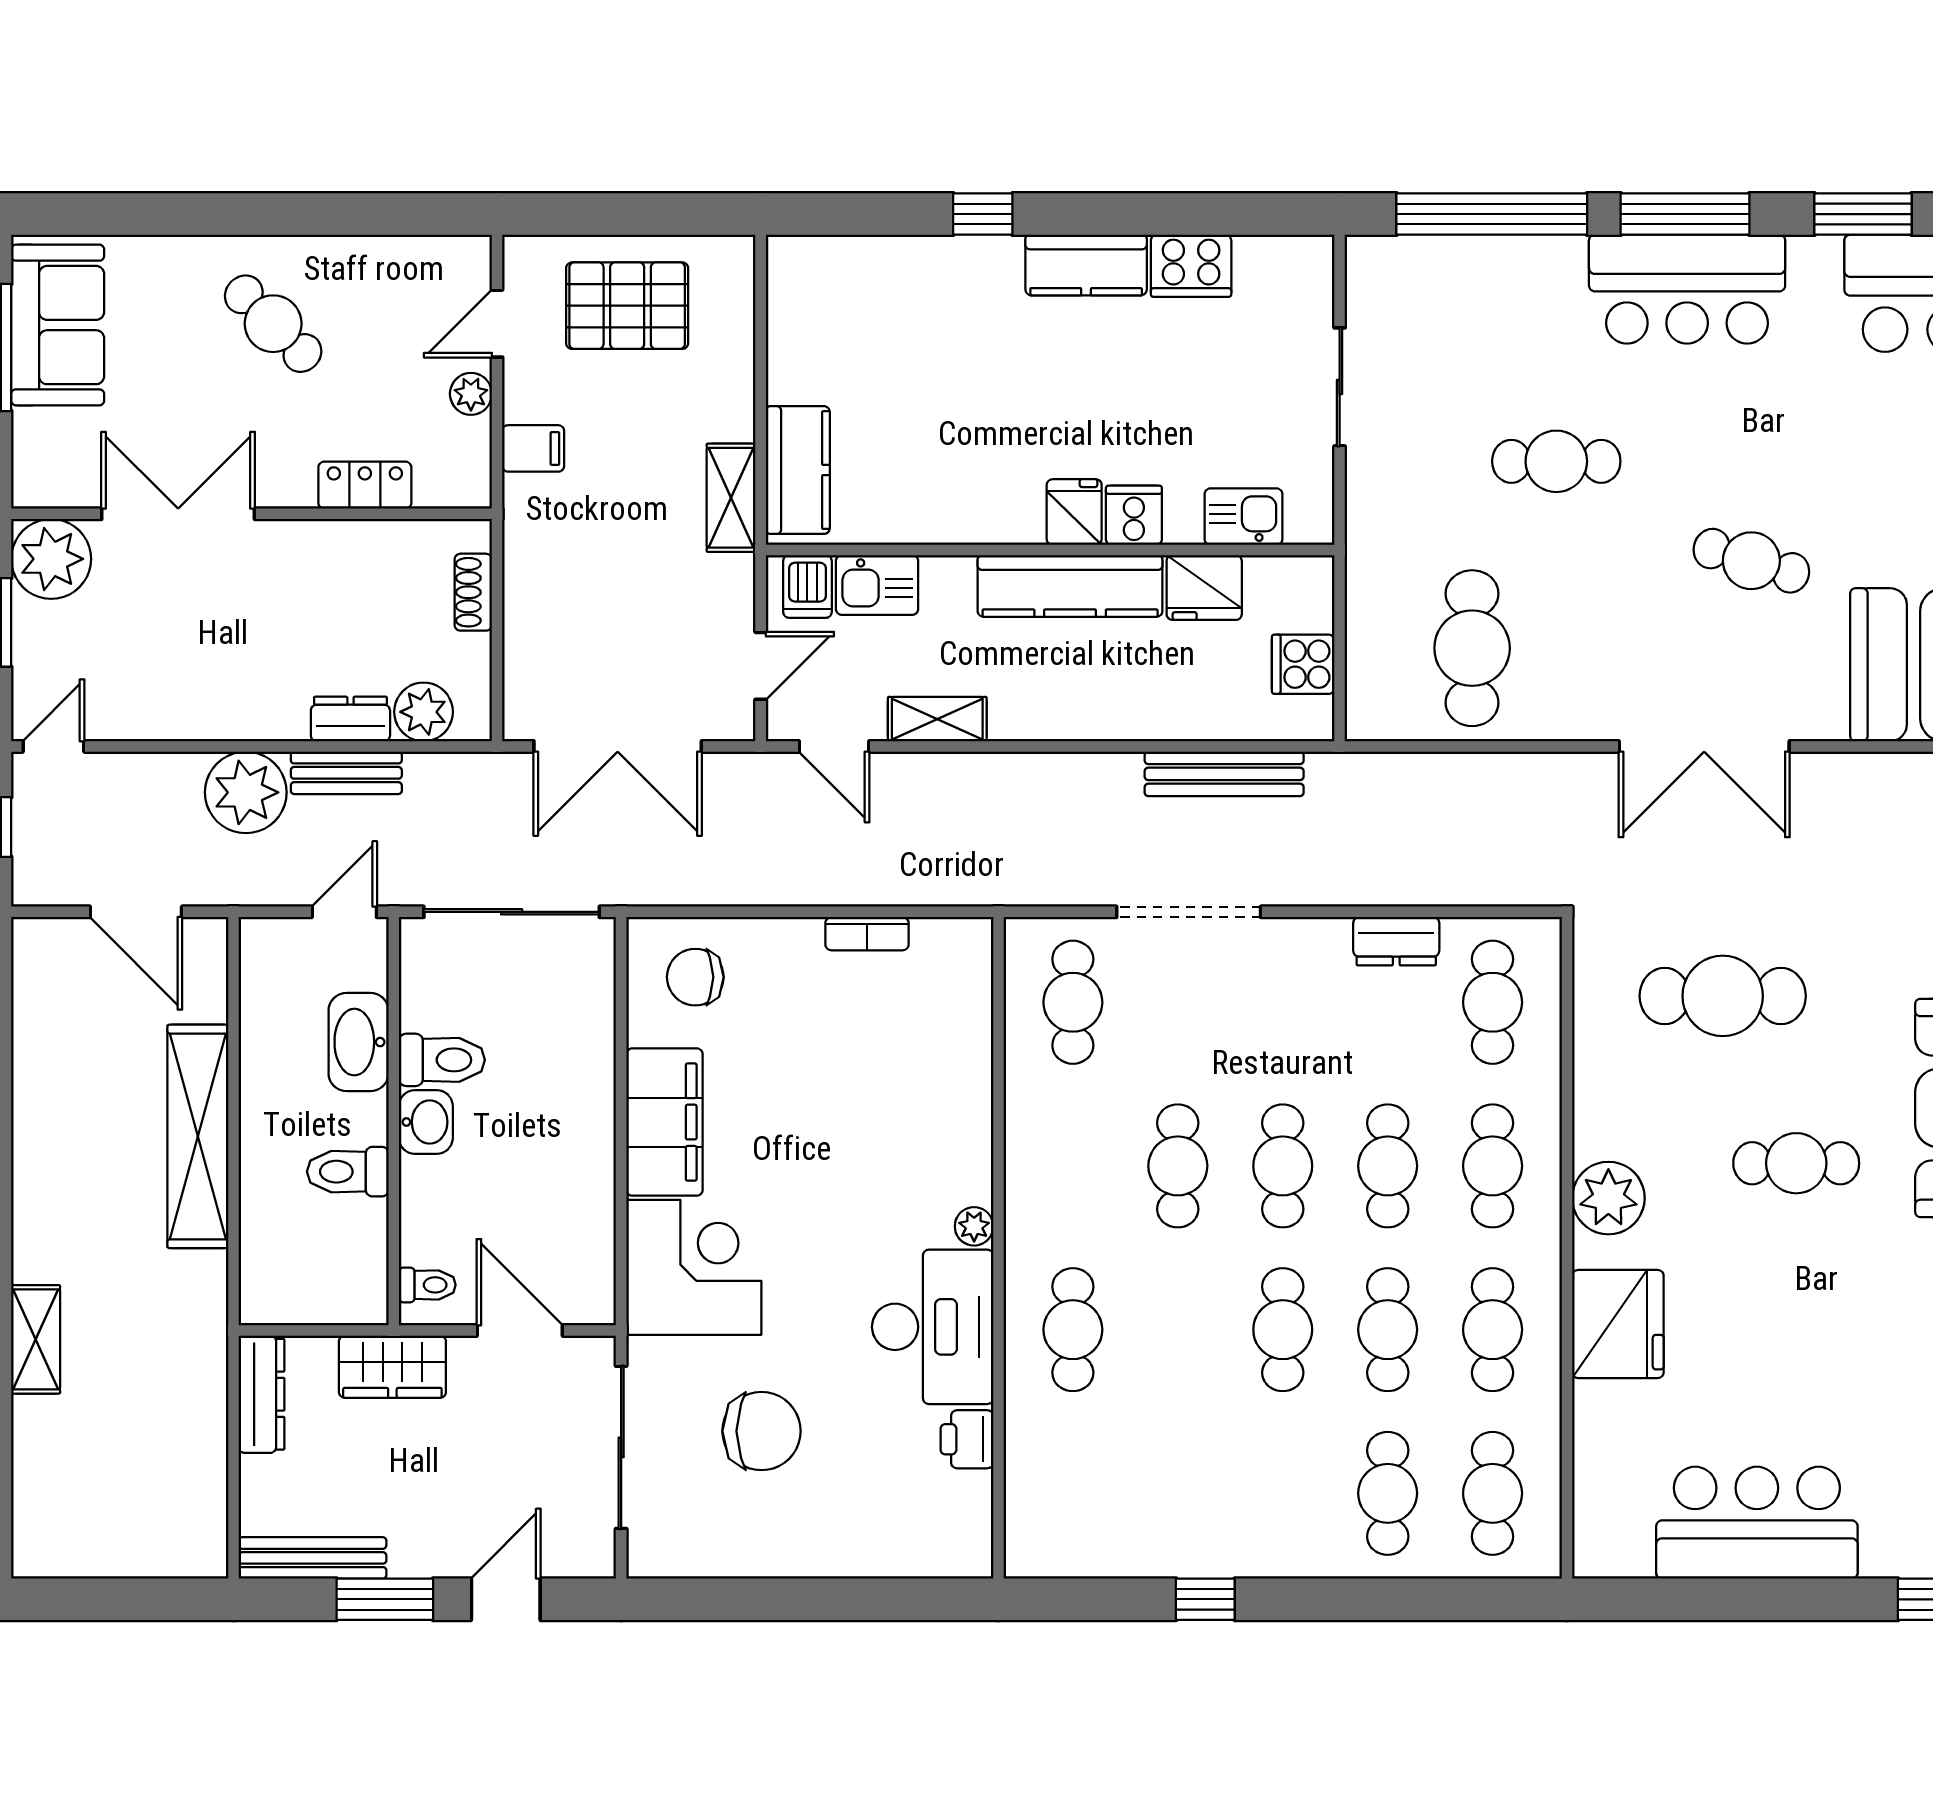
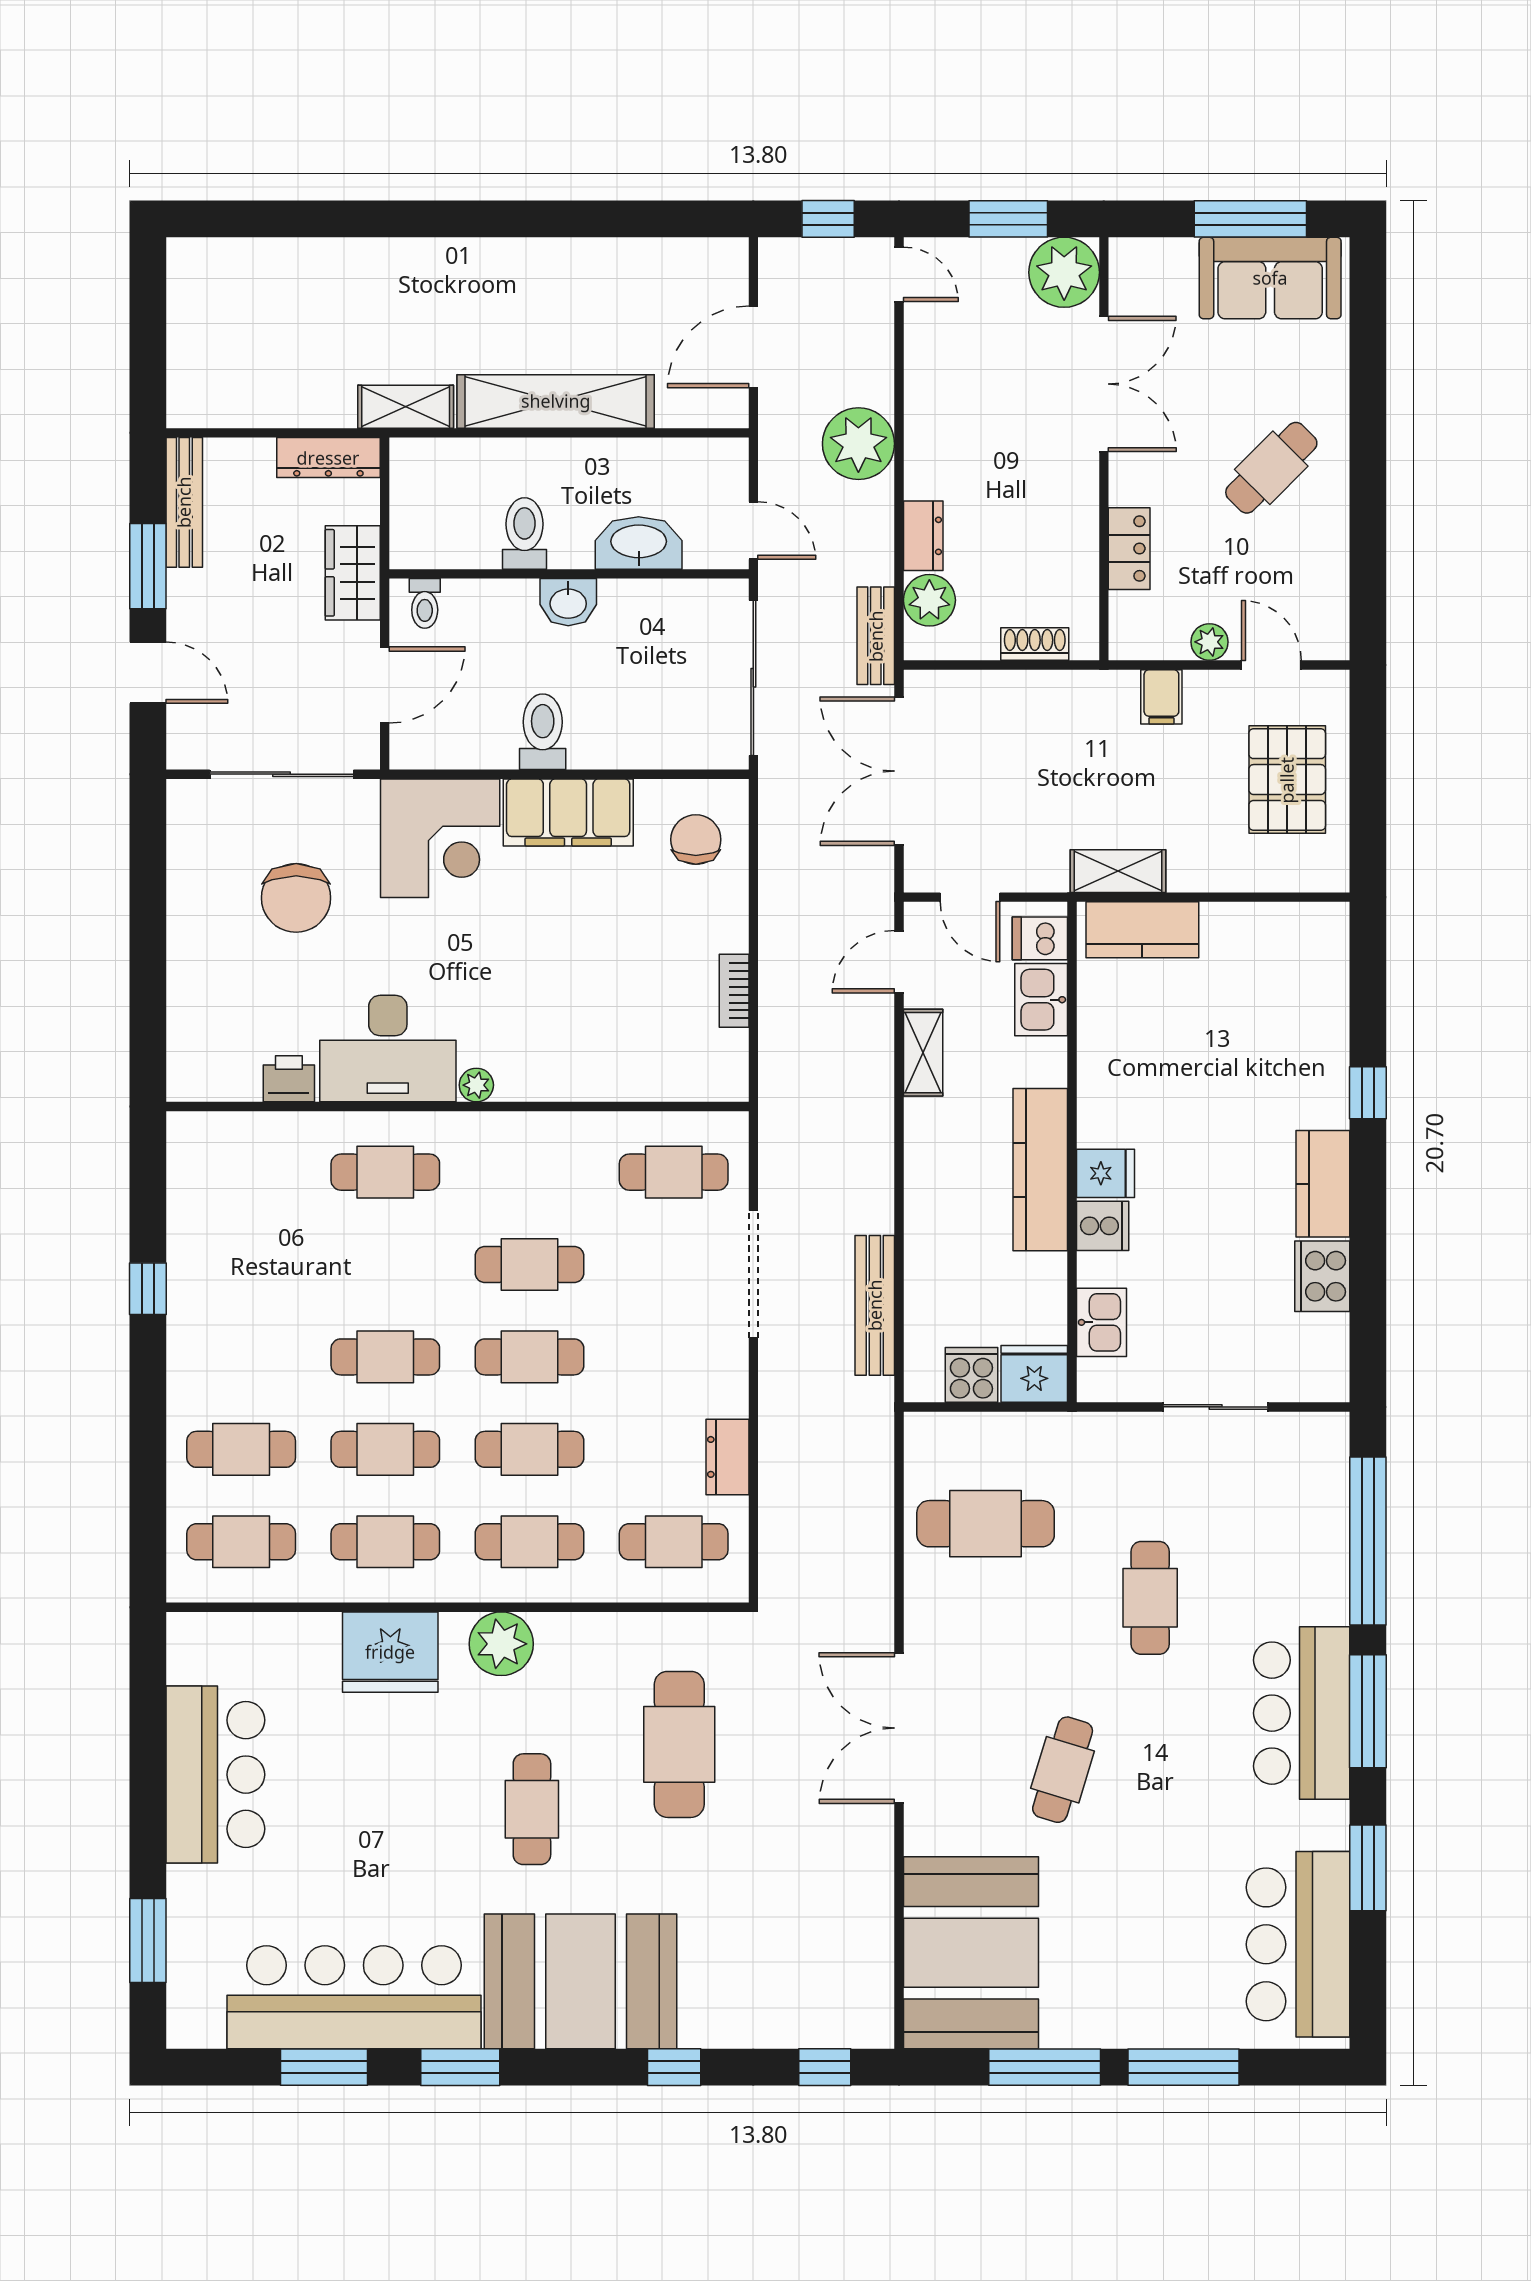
fridge: (1204, 588) -> (1034, 1374), moved, turned 90
bench: (346, 773) -> (876, 636), moved
toilet: (442, 1060) -> (543, 732), moved, turned 180
shelving: (36, 1339) -> (406, 407), moved

